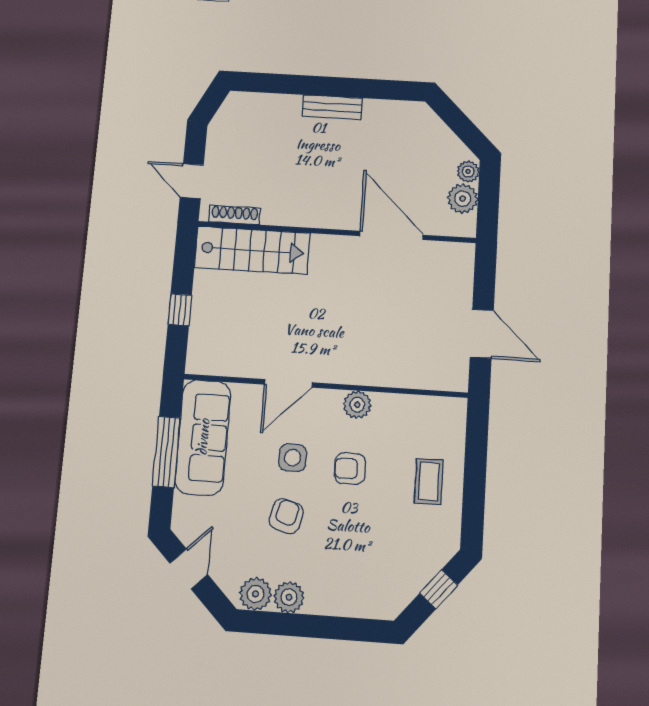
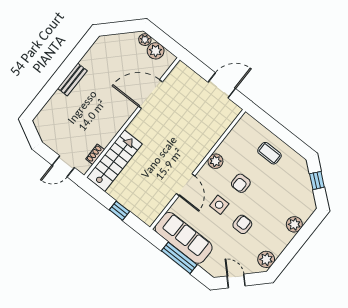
shoe rack: (235, 215) -> (95, 154), width x0.70
armchair: (286, 516) -> (242, 224), turned 75
plant: (289, 597) -> (294, 224), moved

